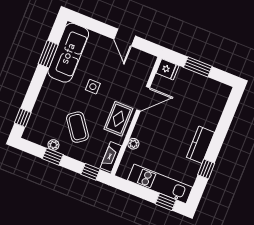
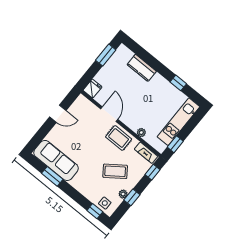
window: (198, 67) -> (106, 55), moved
side table: (93, 87) -> (105, 203), moved
kitchen counter: (201, 145) -> (142, 68), moved
window: (166, 202) -> (175, 144), moved

